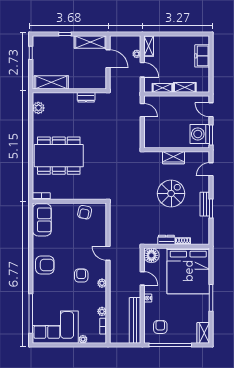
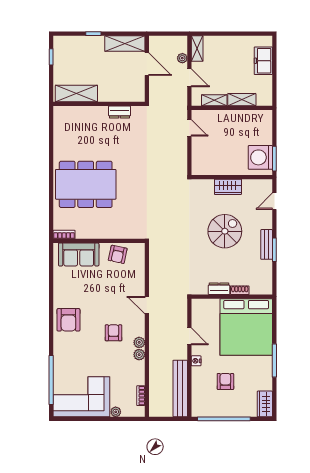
plant: (38, 108) -> (61, 125), removed
door: (211, 110) -> (274, 127), removed
sofa: (42, 220) -> (79, 254), moved, turned 90
floor lamp: (151, 255) -> (201, 308), removed
armchair: (45, 265) -> (68, 320), turned 90
plant: (102, 311) -> (139, 355), moved
armchair: (160, 327) -> (225, 381), moved

